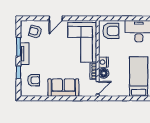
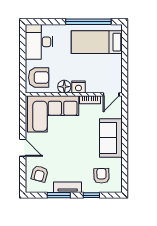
armchair: (111, 31) -> (39, 78), turned 90
floor lamp: (104, 73) -> (64, 87), moved
door: (98, 88) -> (111, 94), swing flipped

